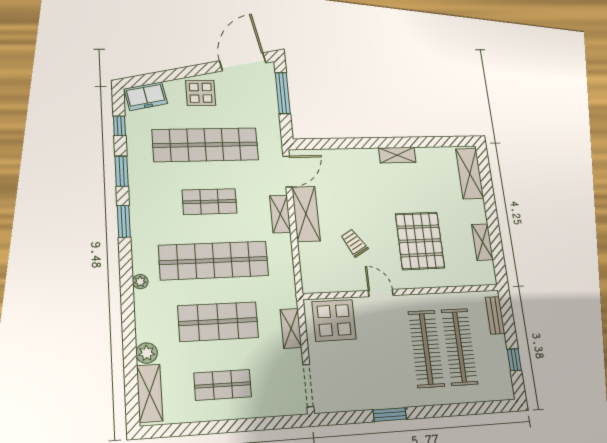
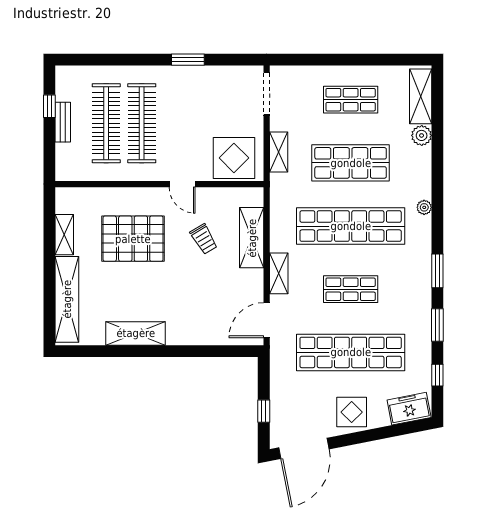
window: (283, 93) -> (264, 411), width x0.46
shelving: (397, 155) -> (136, 333), width x1.50, depth x1.33
shelving: (470, 174) -> (67, 299), width x1.47
shelving: (306, 214) -> (252, 238), moved
pallet: (420, 241) -> (133, 239), turned 90
bench: (495, 315) -> (63, 122), moved

